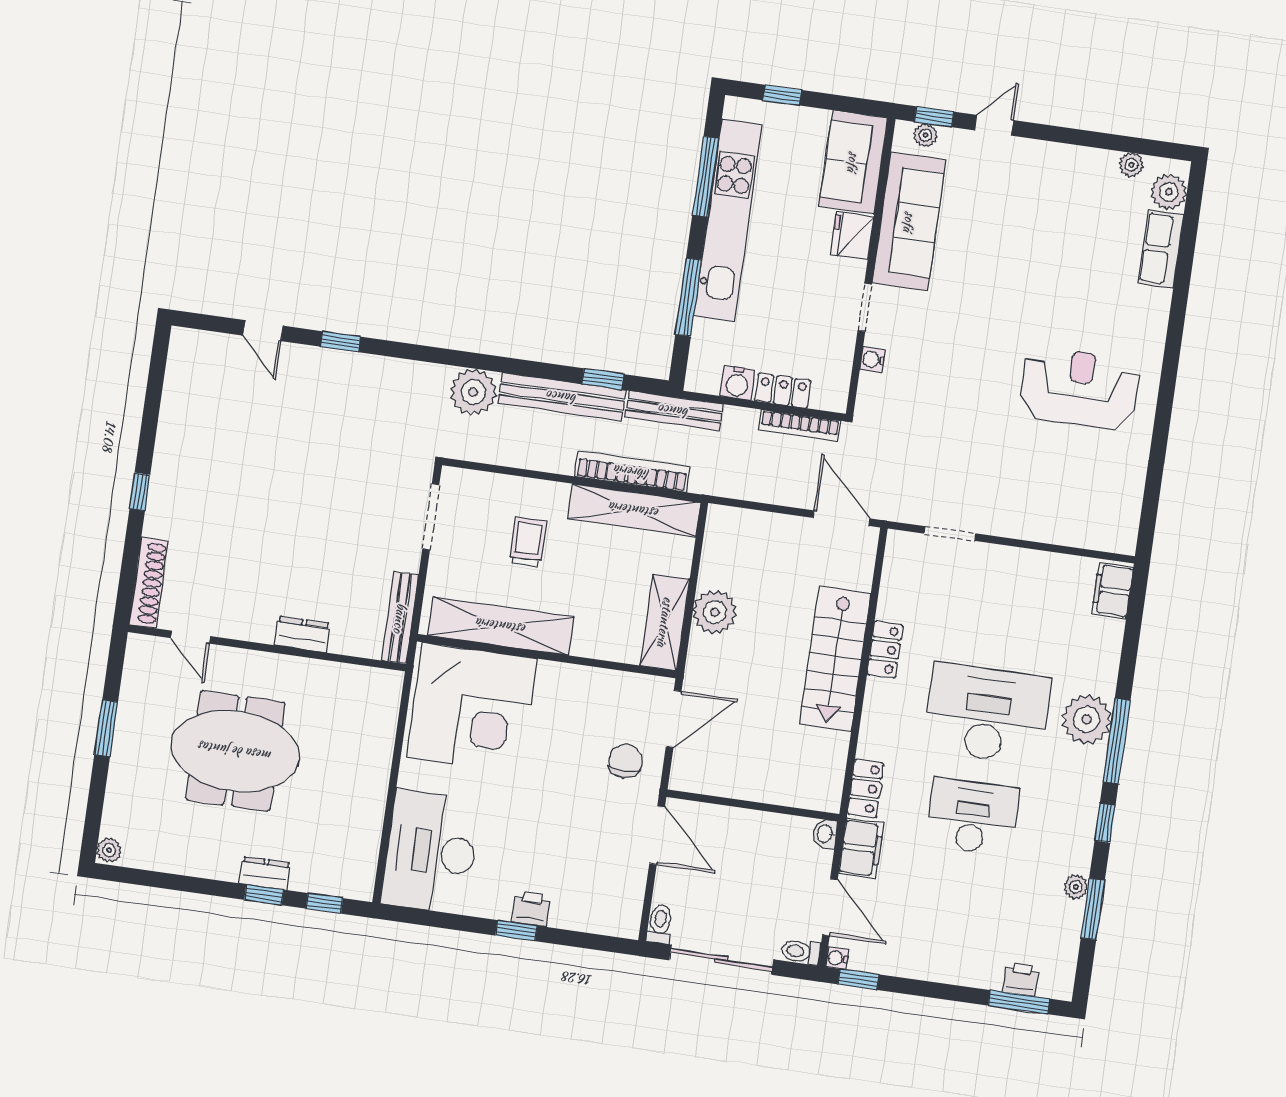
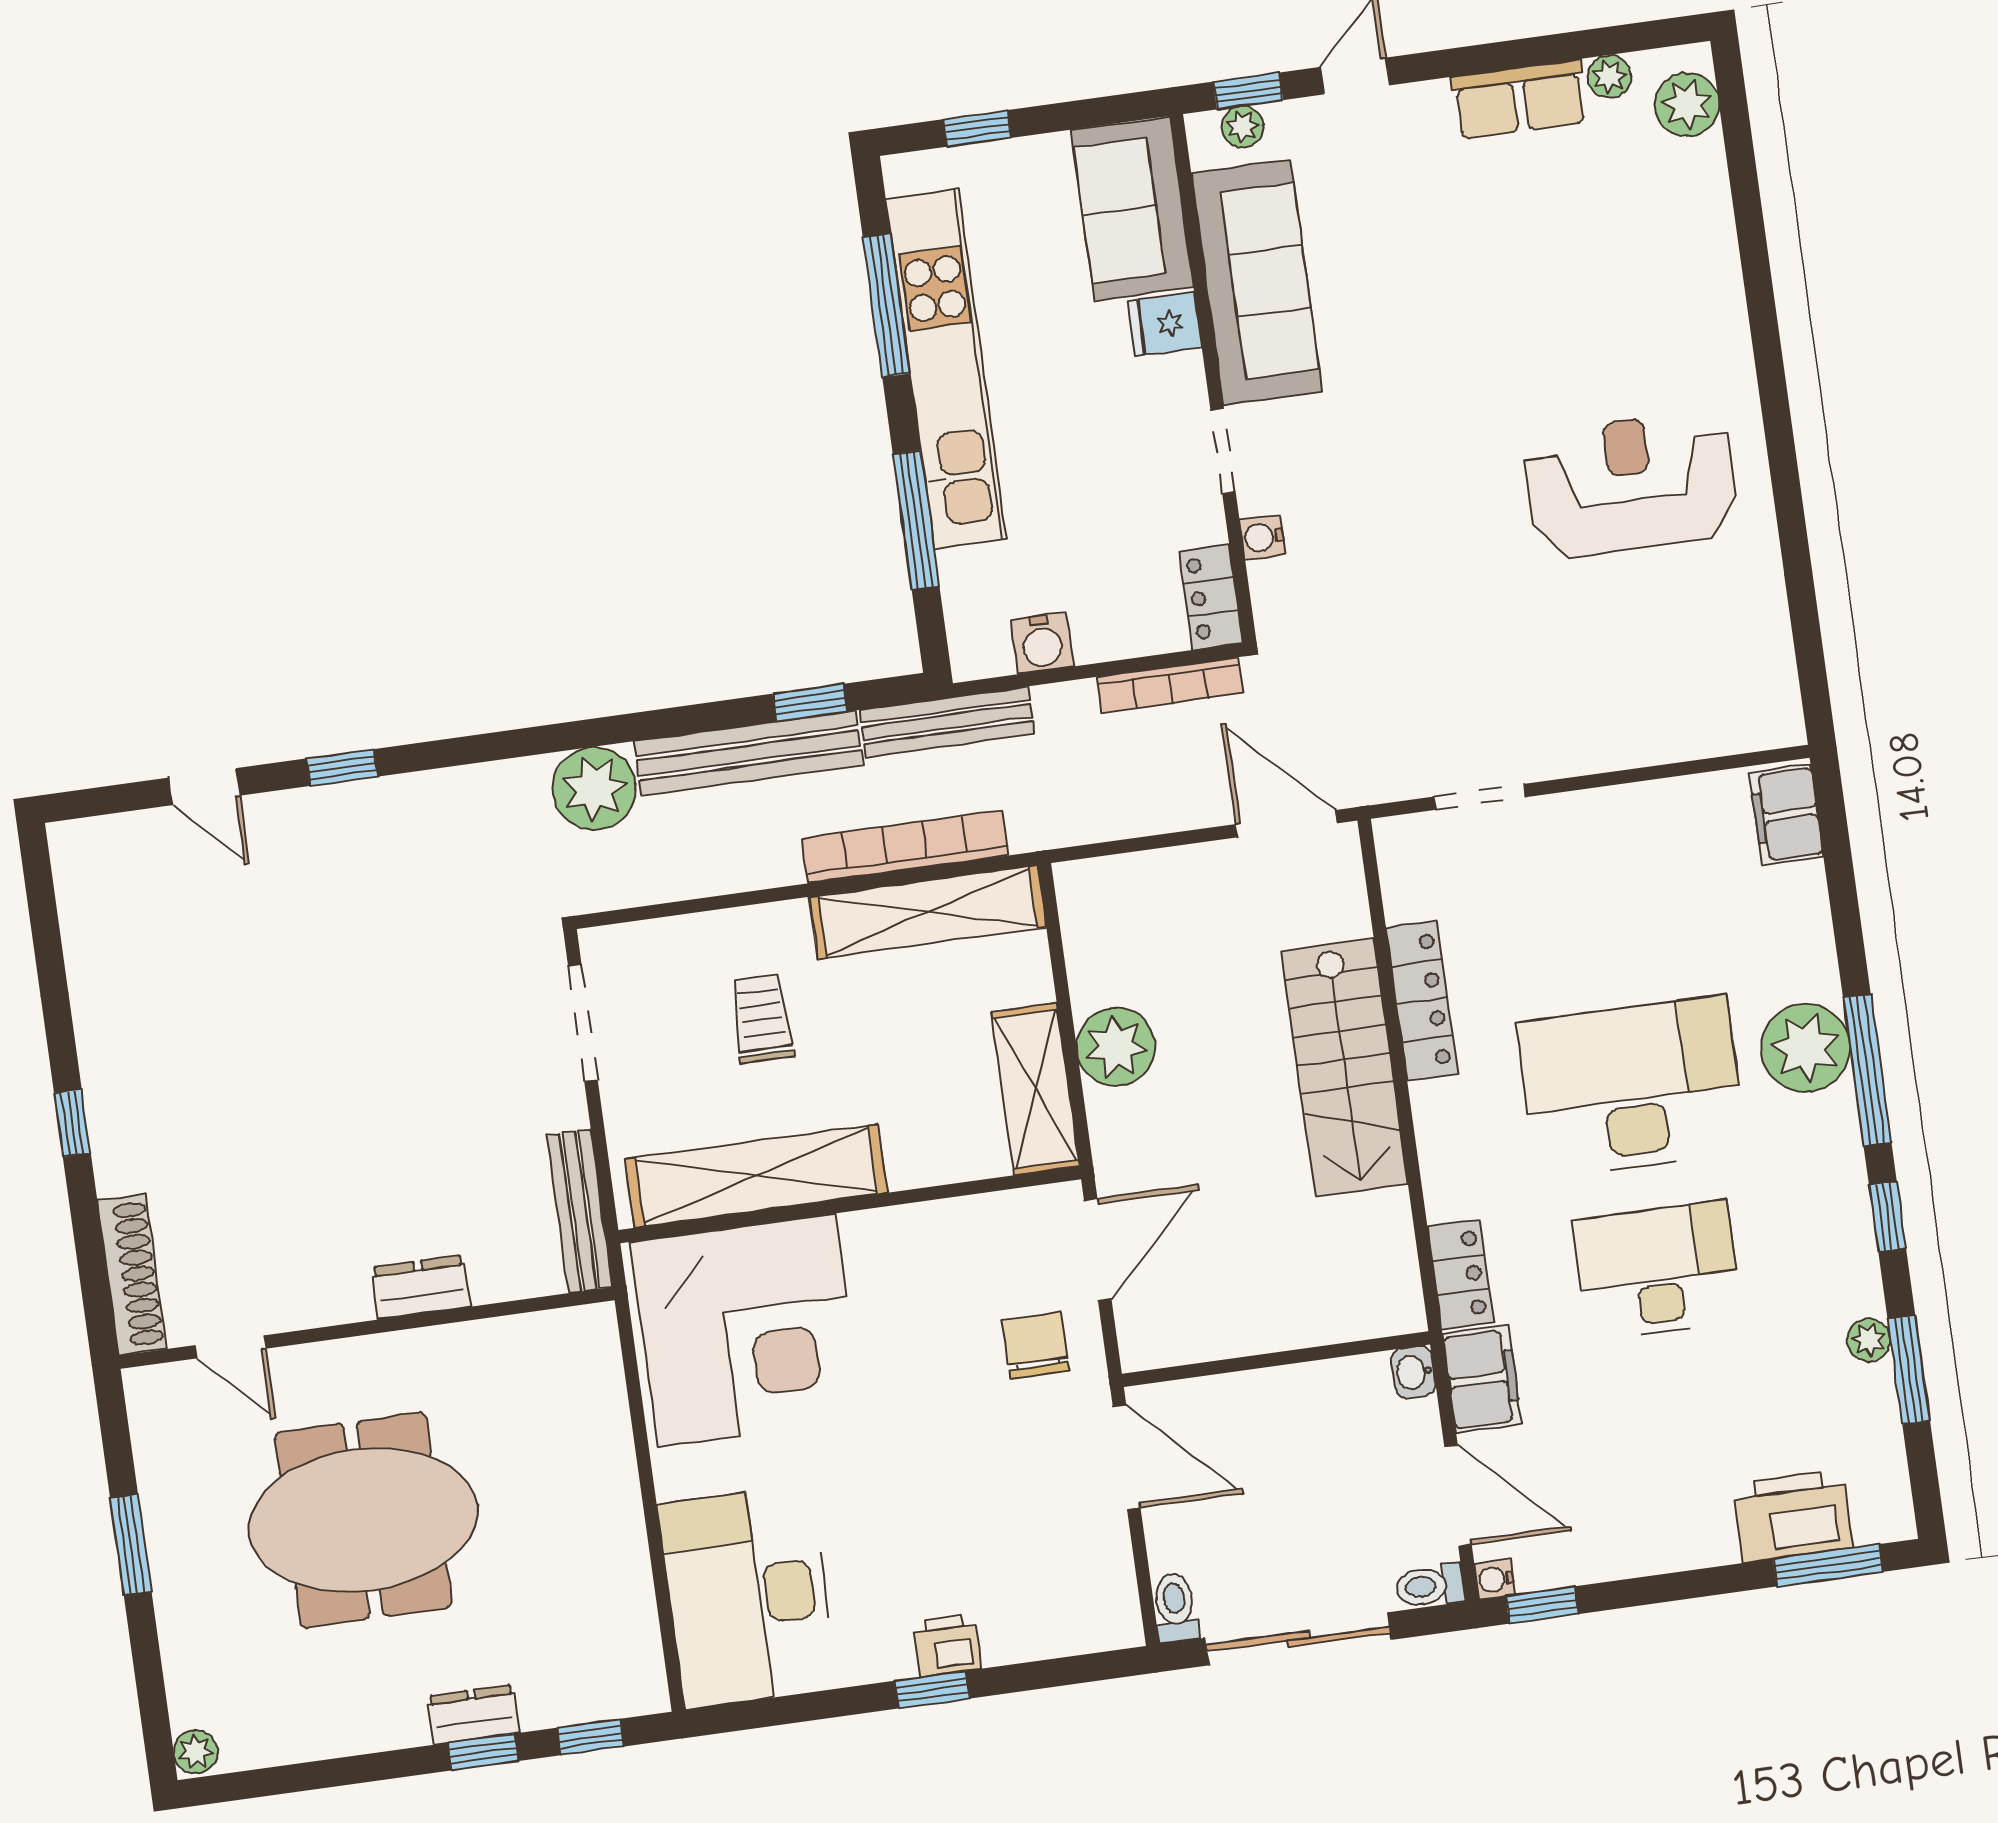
fridge: (852, 236) -> (1165, 324), width x0.72
row of seats: (1161, 249) -> (1519, 99), moved, turned -90
locker: (783, 391) -> (1211, 597), moved, turned -90
locker: (885, 649) -> (1422, 1001), width x1.53
printer: (1021, 979) -> (1793, 1516), width x1.87, depth x1.48

